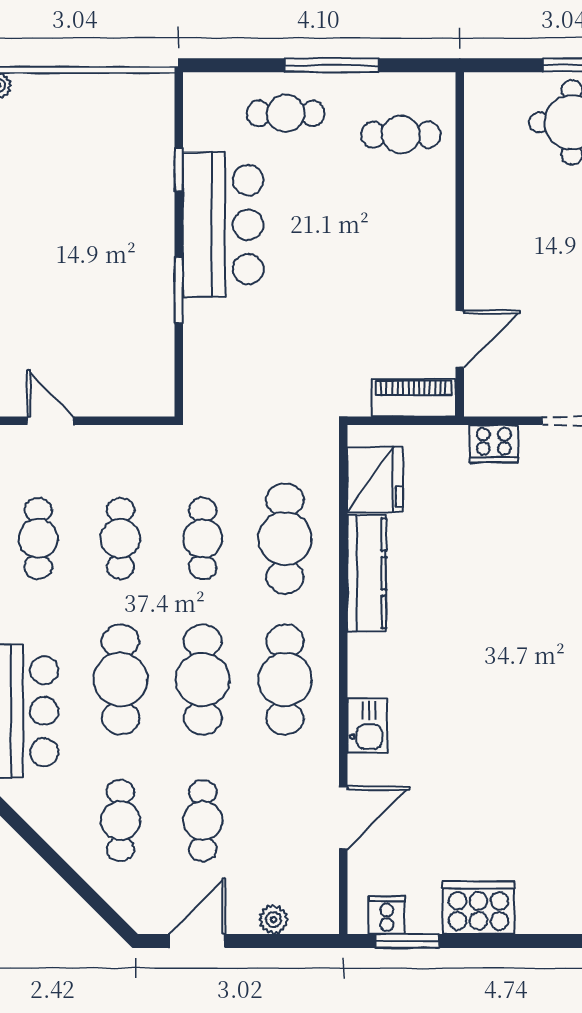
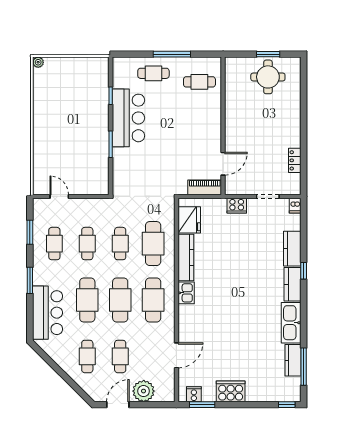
kitchen sink: (367, 726) -> (186, 293), moved
plant: (274, 920) -> (144, 391), width x1.87, depth x1.87

